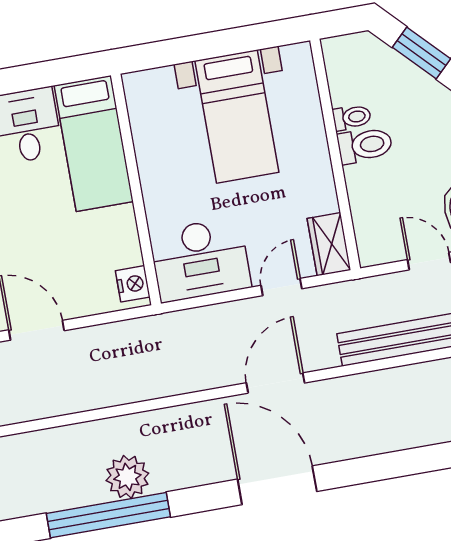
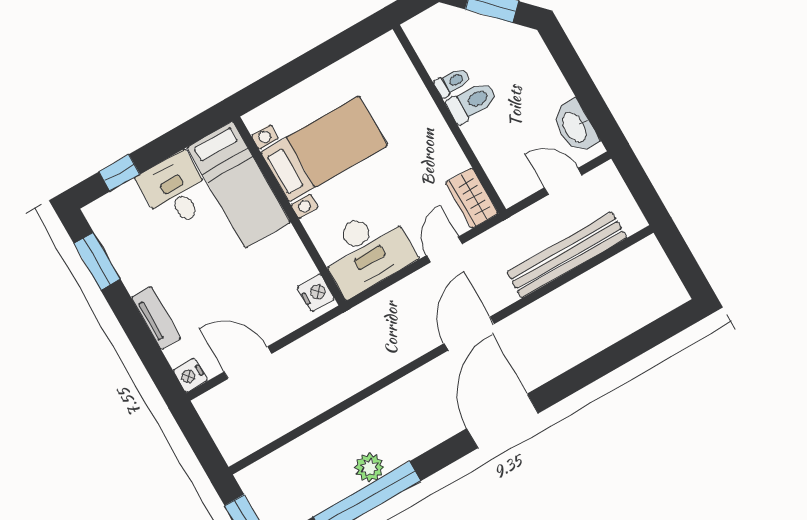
bed with nightstands: (237, 117) -> (324, 149), moved, turned -90
plant: (127, 477) -> (369, 467), width x0.73, depth x0.73
door: (277, 485) -> (502, 421), hinge flipped

